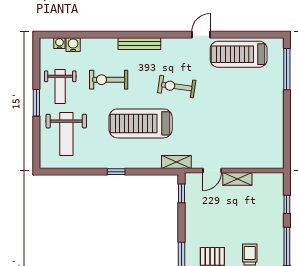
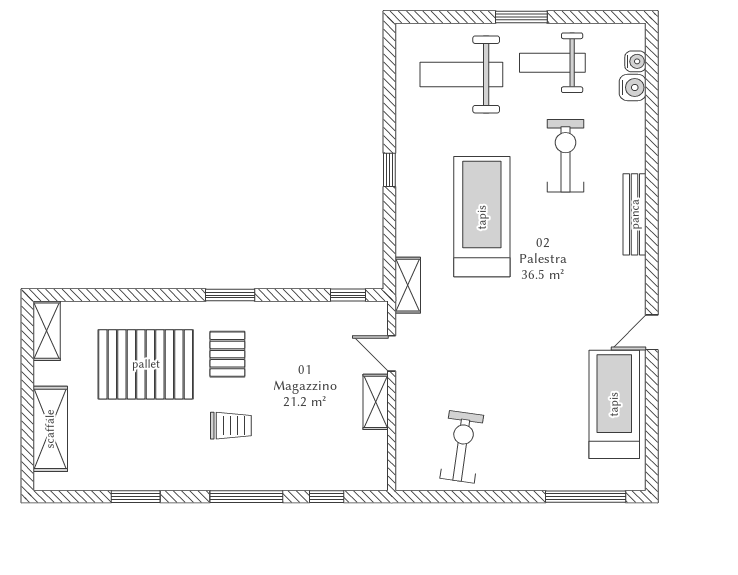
door: (201, 35) -> (652, 332), swing flipped
exercise bike: (177, 87) -> (462, 447), moved

